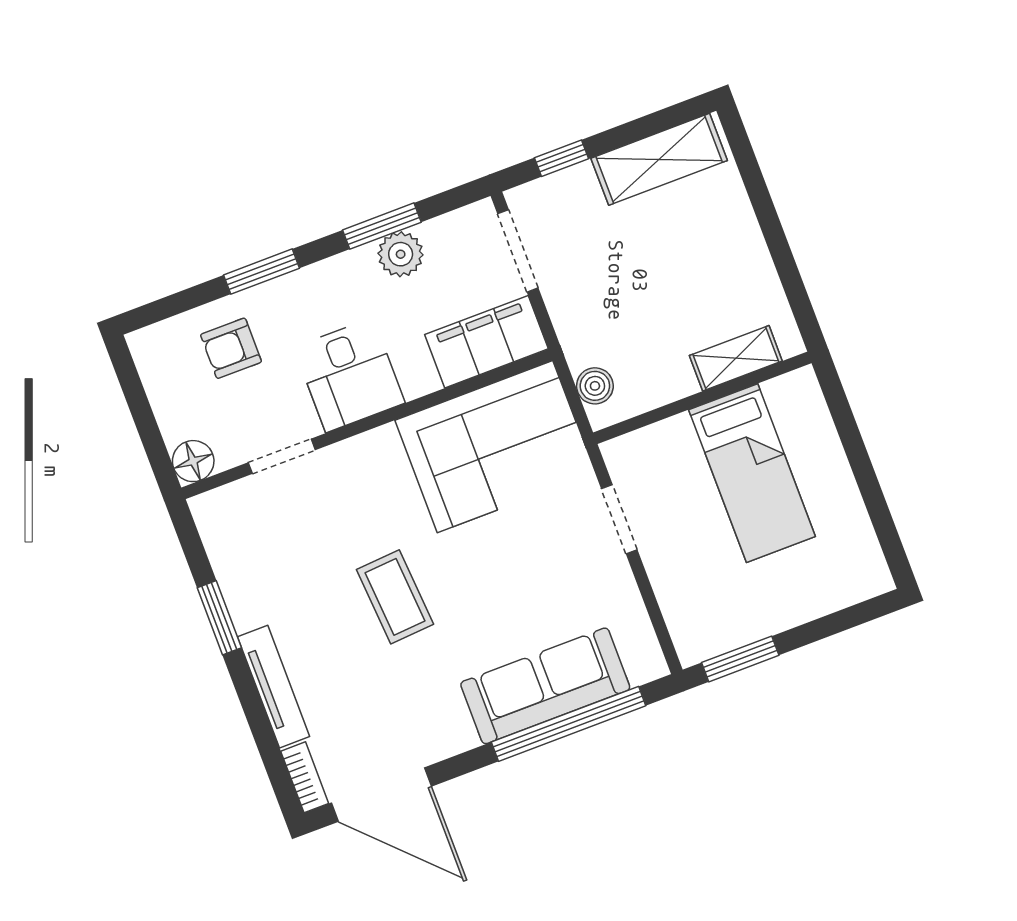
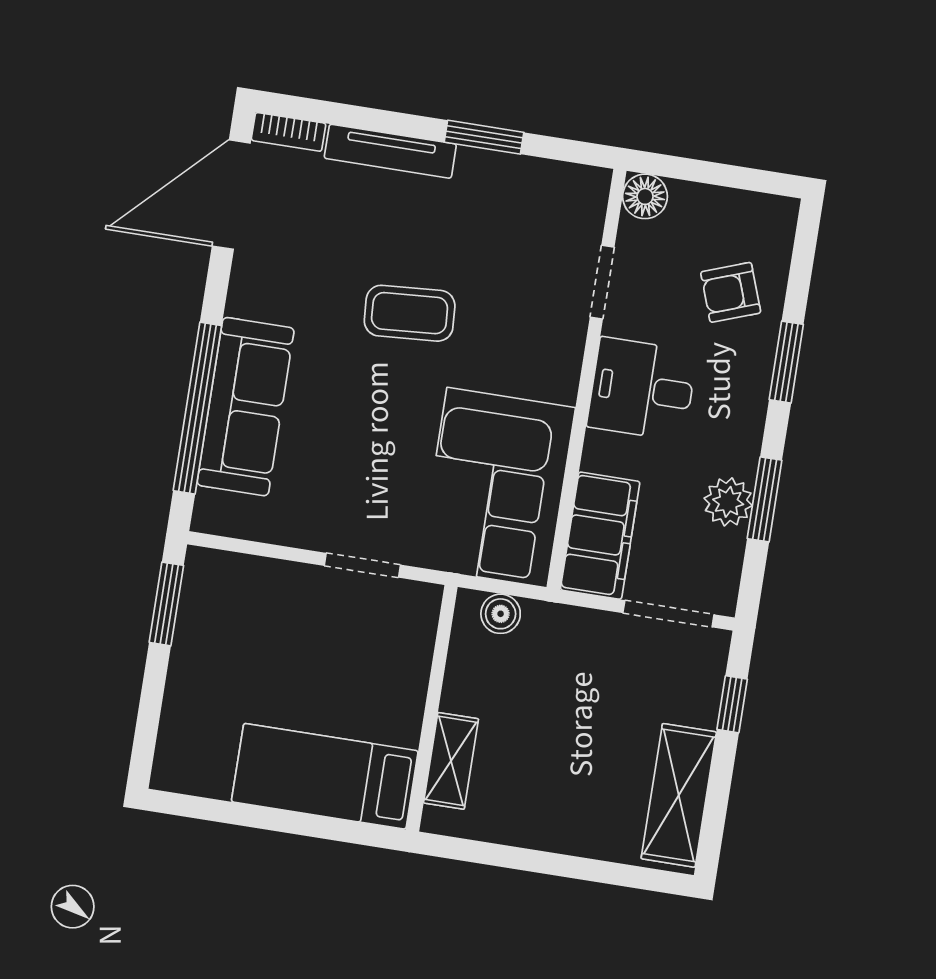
armchair: (231, 348) -> (731, 292), turned -110
bed: (752, 473) -> (325, 776), moved

